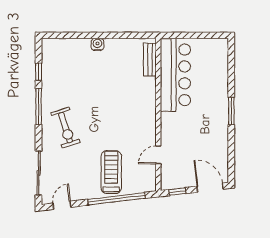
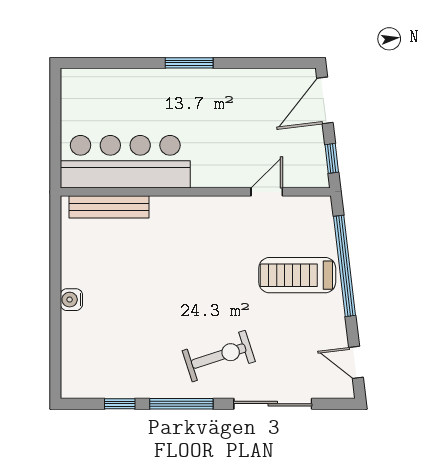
bench: (150, 60) -> (109, 207), width x1.36
door: (158, 155) -> (267, 192), swing flipped
sliding door: (39, 173) -> (273, 404), moved

